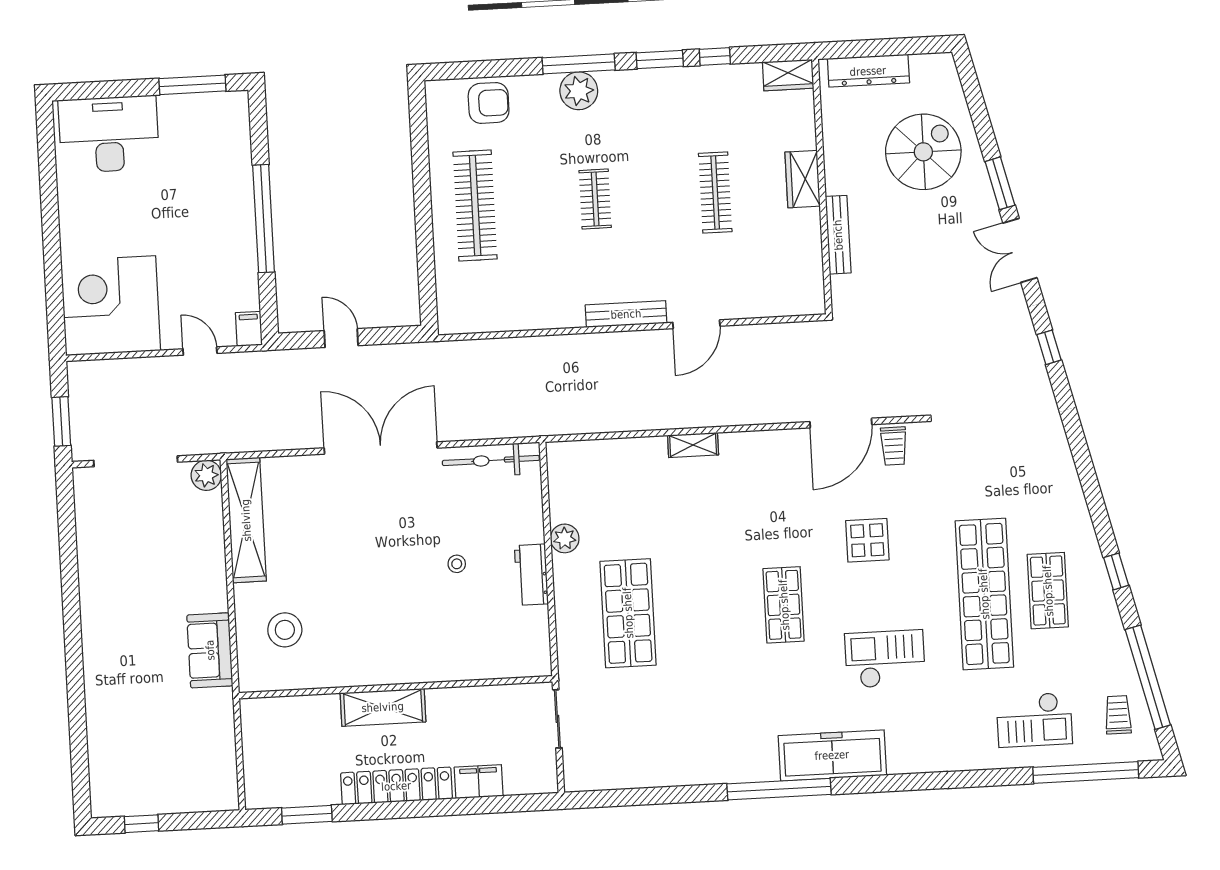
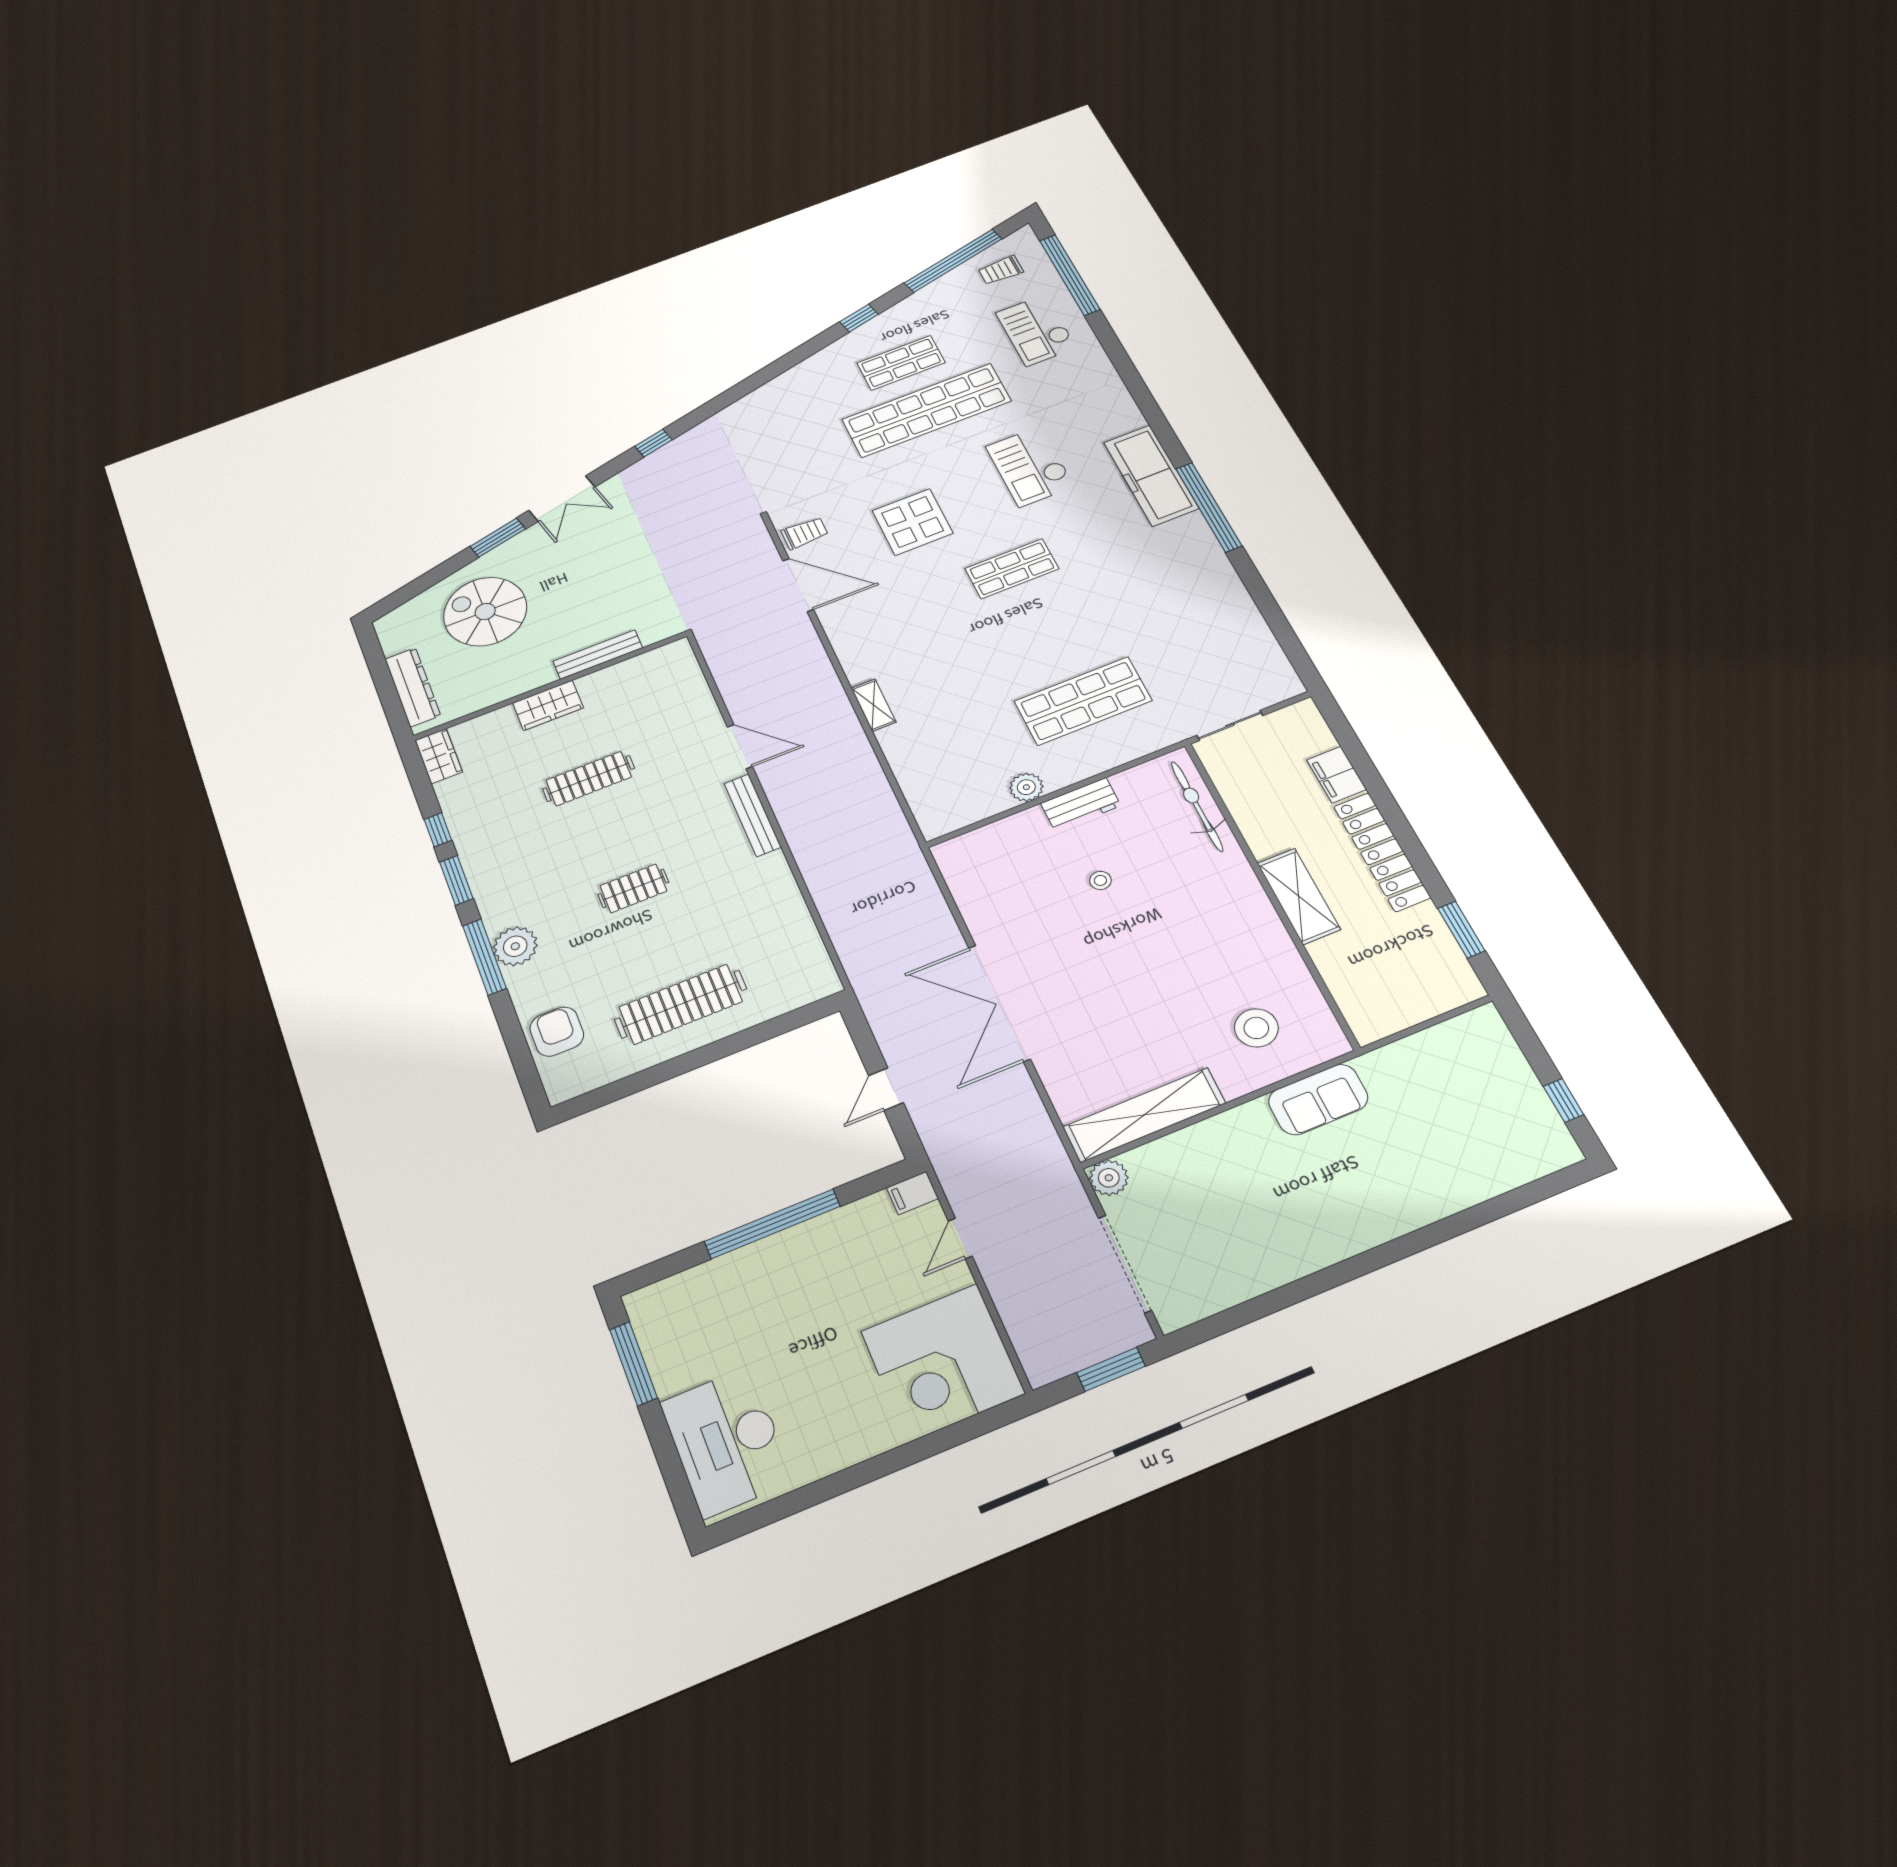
bicycle: (491, 460) -> (1197, 806), moved, turned 180
display table: (867, 540) -> (913, 522), width x1.36, depth x1.36
checkout: (1034, 720) -> (1036, 330), turned 180

